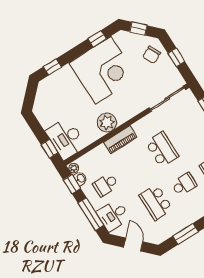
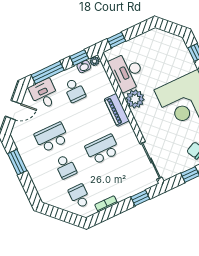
desk: (66, 139) -> (127, 72), moved, turned -90
school desk: (162, 149) -> (102, 149), turned 180
school desk: (106, 185) -> (75, 90), turned 180

